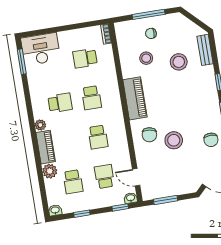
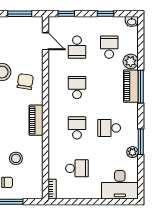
window: (22, 62) -> (141, 142), moved
piano: (135, 98) -> (36, 120), width x0.73, depth x0.75
plant: (40, 125) -> (132, 152), moved
window: (36, 148) -> (141, 87), added
washbasin: (131, 198) -> (54, 21), removed

